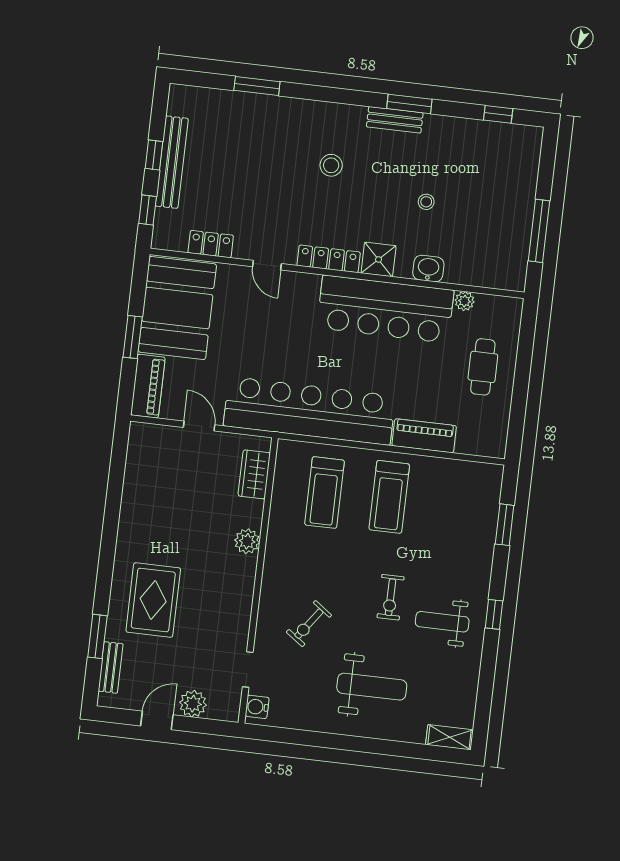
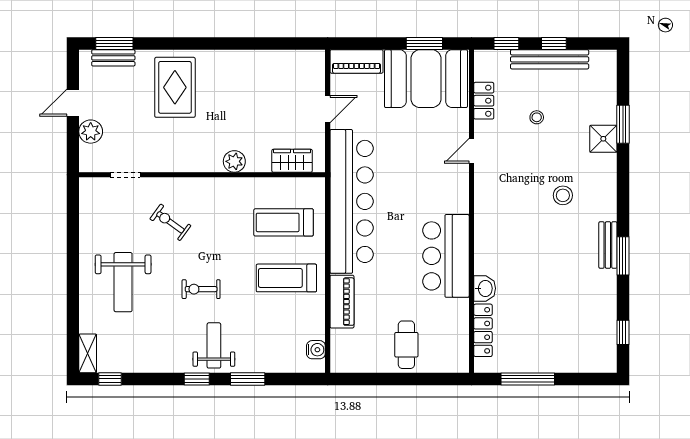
stool: (426, 202) -> (537, 117), moved
locker: (329, 259) -> (483, 330), moved
shower: (379, 259) -> (603, 139), moved
plant: (465, 301) -> (461, 323), removed
bar counter: (385, 309) -> (446, 256), width x0.73
window: (133, 337) -> (424, 44), moved
cafe table: (483, 367) -> (406, 345), turned 90
window: (505, 525) -> (248, 379), moved
rug: (153, 600) -> (175, 87), turned 90
weight bench: (442, 622) -> (214, 345), moved
window: (97, 636) -> (114, 44), moved
water cooler: (257, 707) -> (316, 350), moved, turned 90
window: (482, 715) -> (110, 379), added
door: (157, 720) -> (73, 103), swing flipped

